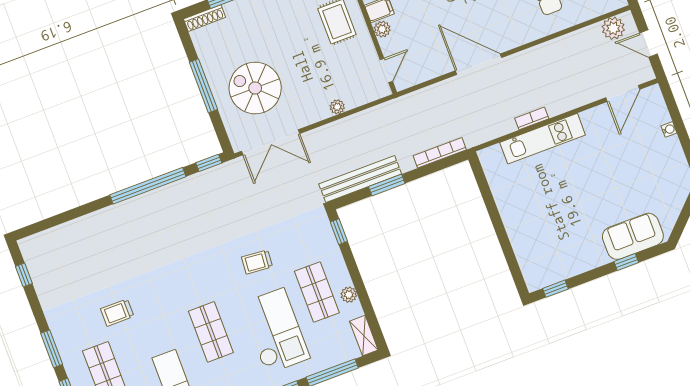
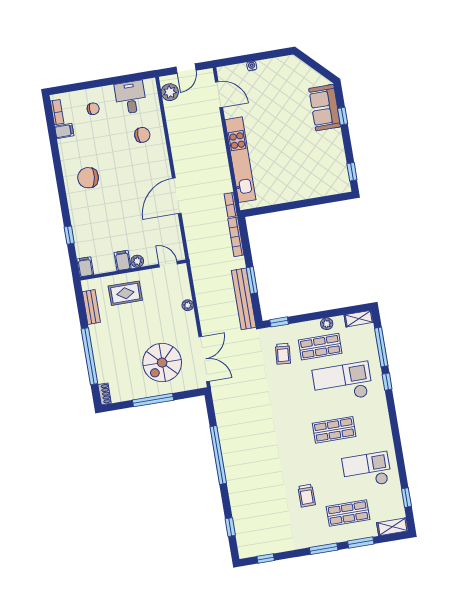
shoe rack: (205, 18) -> (105, 394), width x0.70
bookcase: (532, 118) -> (231, 205), moved
kitchen unit: (543, 139) -> (240, 160), width x1.36
window: (209, 163) -> (230, 527), moved
trolley: (257, 262) -> (283, 354), moved

